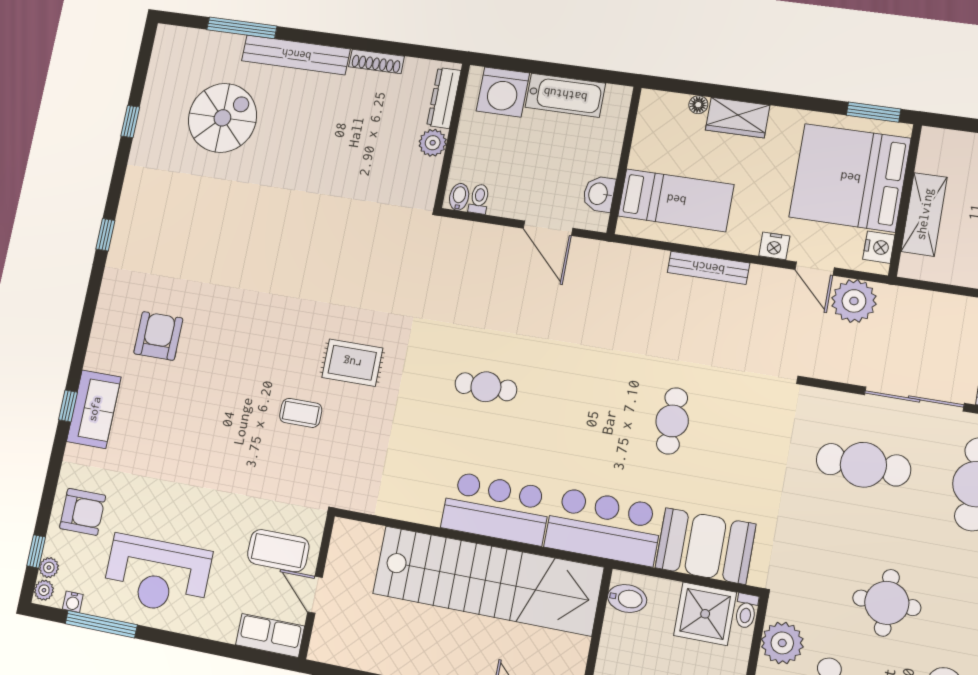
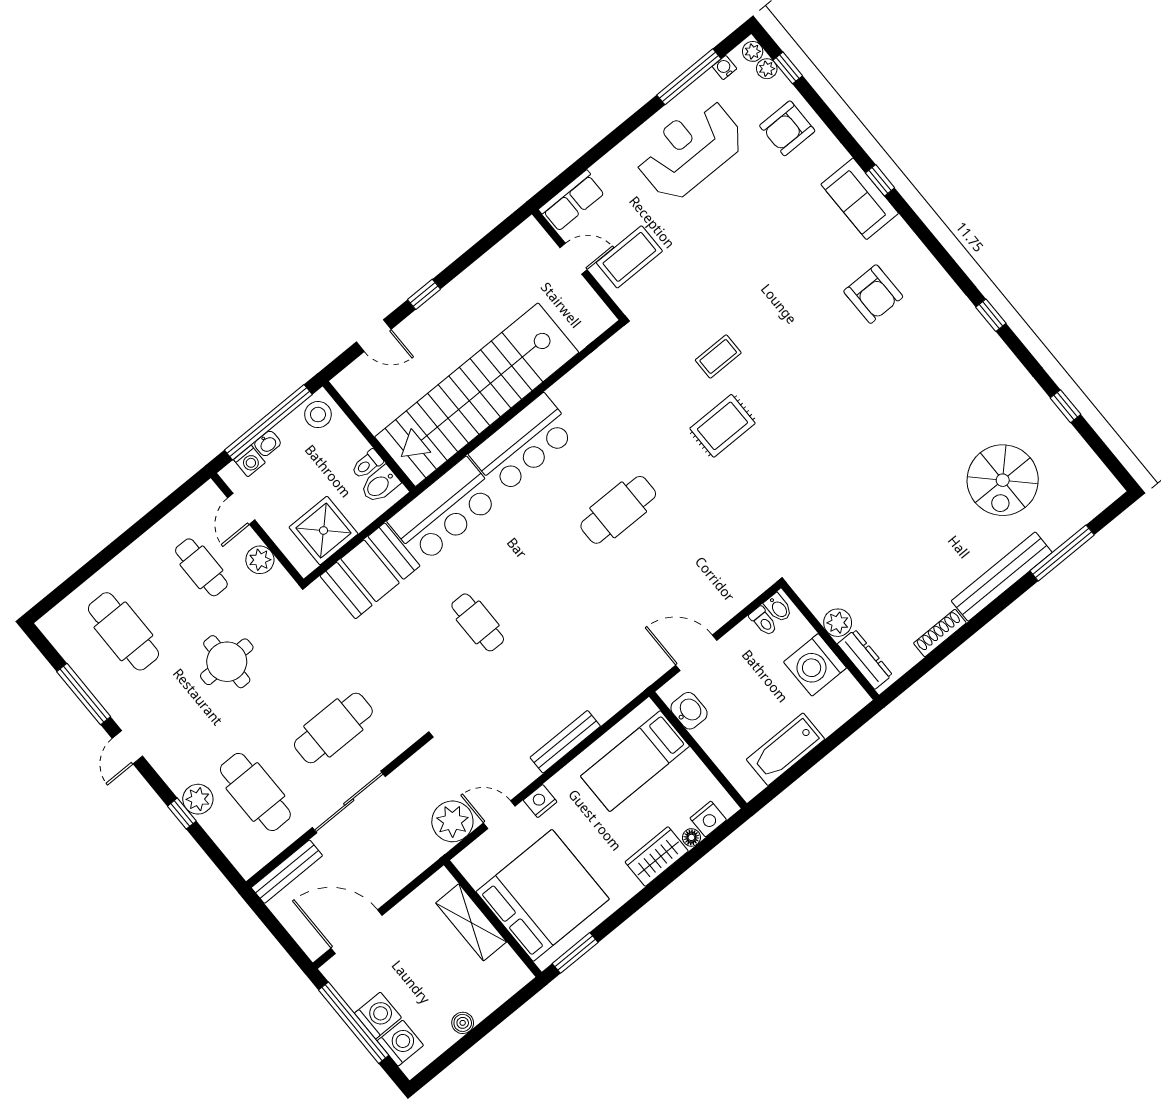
washing machine: (503, 92) -> (815, 665), moved, turned -90
nightstand: (879, 247) -> (708, 819), moved, turned -90
cafe table: (486, 387) -> (618, 510), width x1.37, depth x1.35
toilet: (746, 611) -> (367, 464), moved, turned -90
plant: (782, 643) -> (260, 560), width x0.73, depth x0.73

